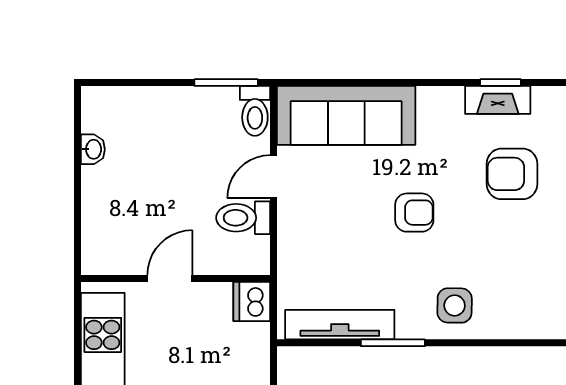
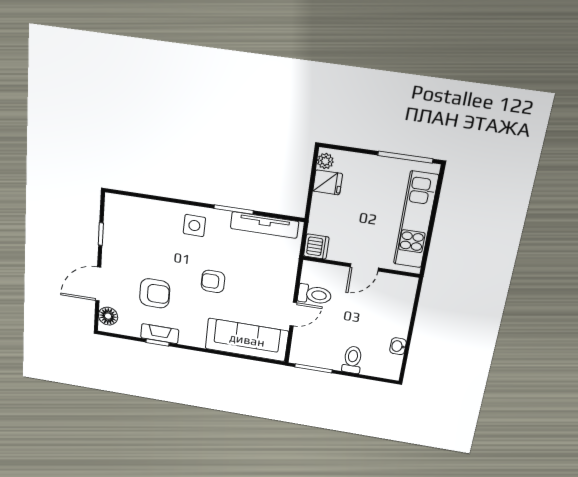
toilet: (255, 111) -> (352, 360), moved

